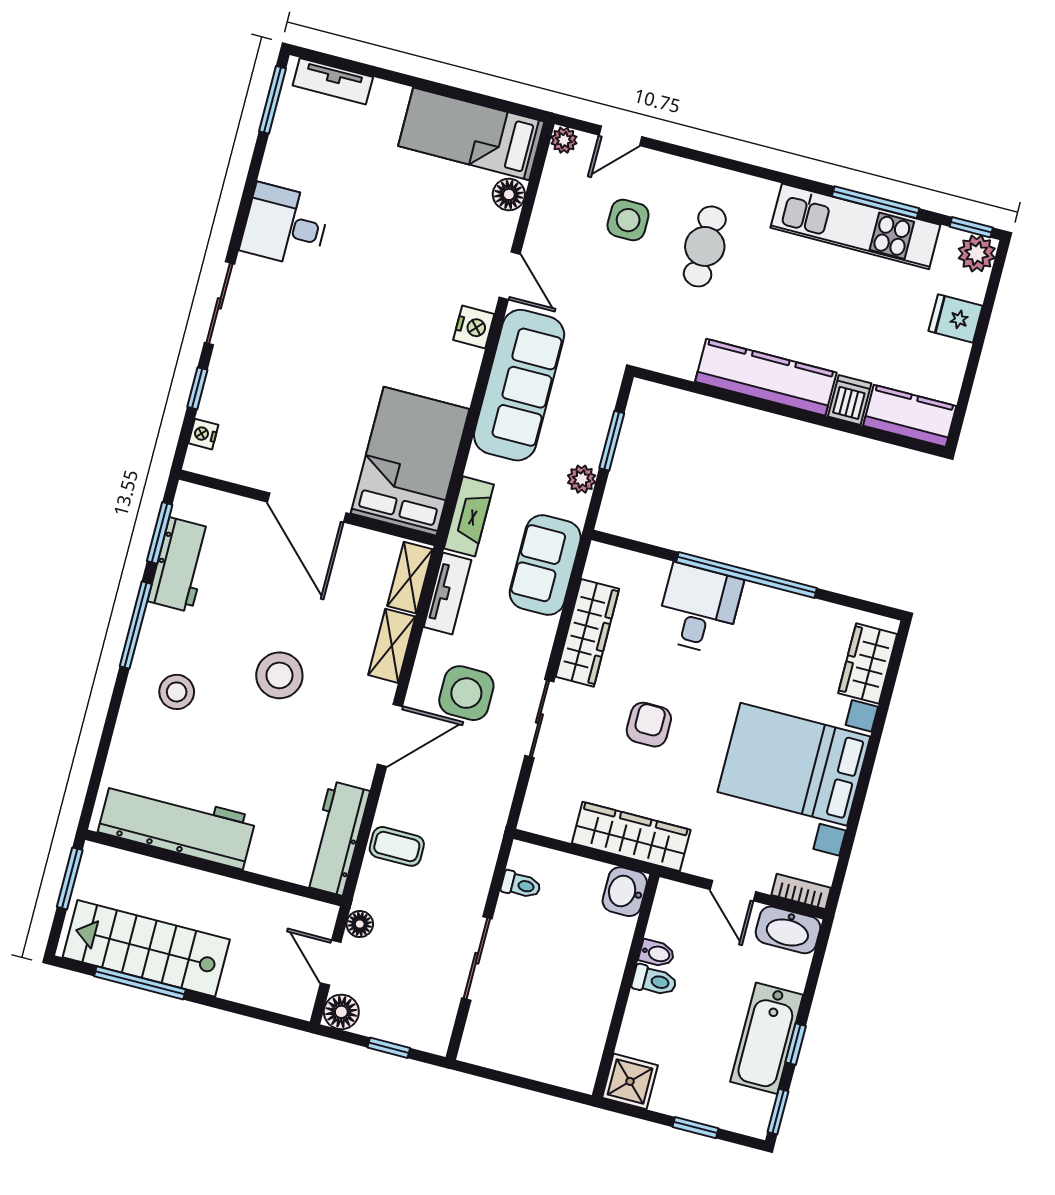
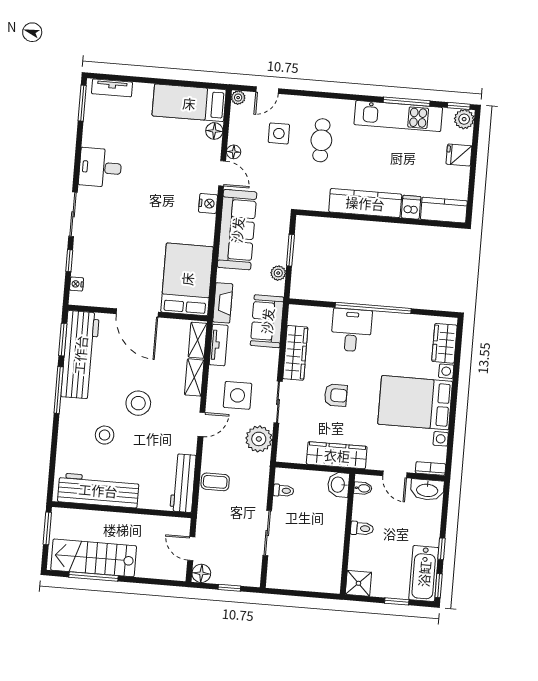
workbench: (180, 565) -> (80, 355), width x1.88, depth x1.32
stool: (177, 692) -> (105, 435), moved
armchair: (649, 725) -> (336, 395), turned 90
door: (390, 735) -> (201, 424), width x0.73
plant: (492, 781) -> (259, 439), added
floor lamp: (360, 924) -> (234, 152), moved
bidet: (657, 953) -> (363, 488), moved
bathtub: (767, 1038) -> (424, 574), moved

